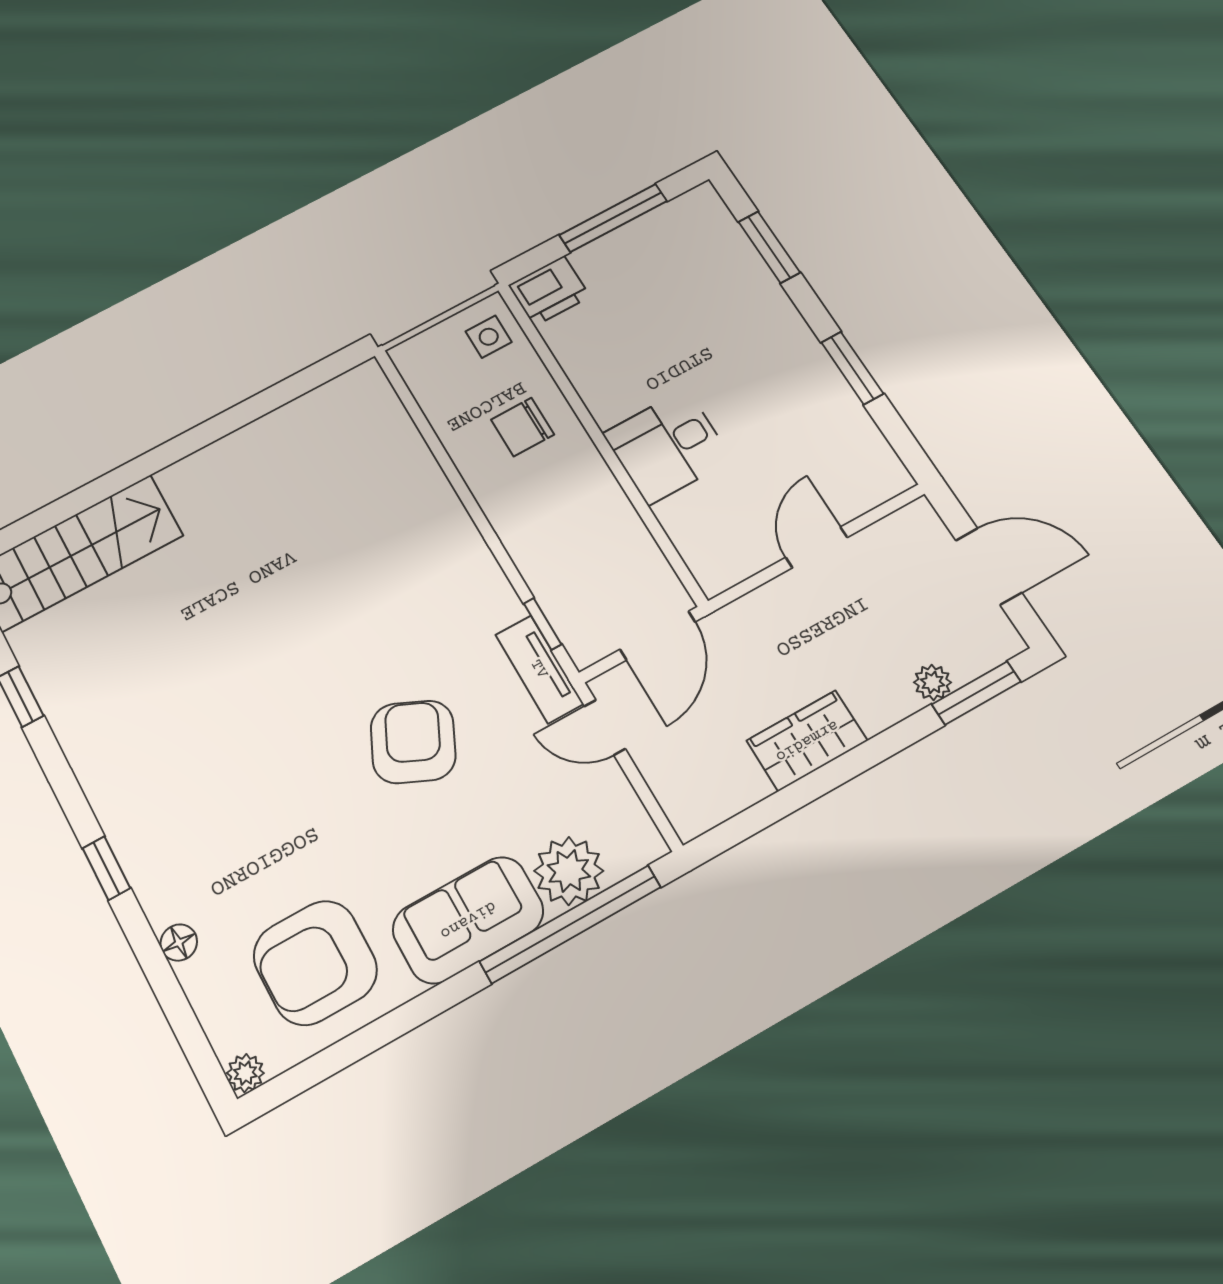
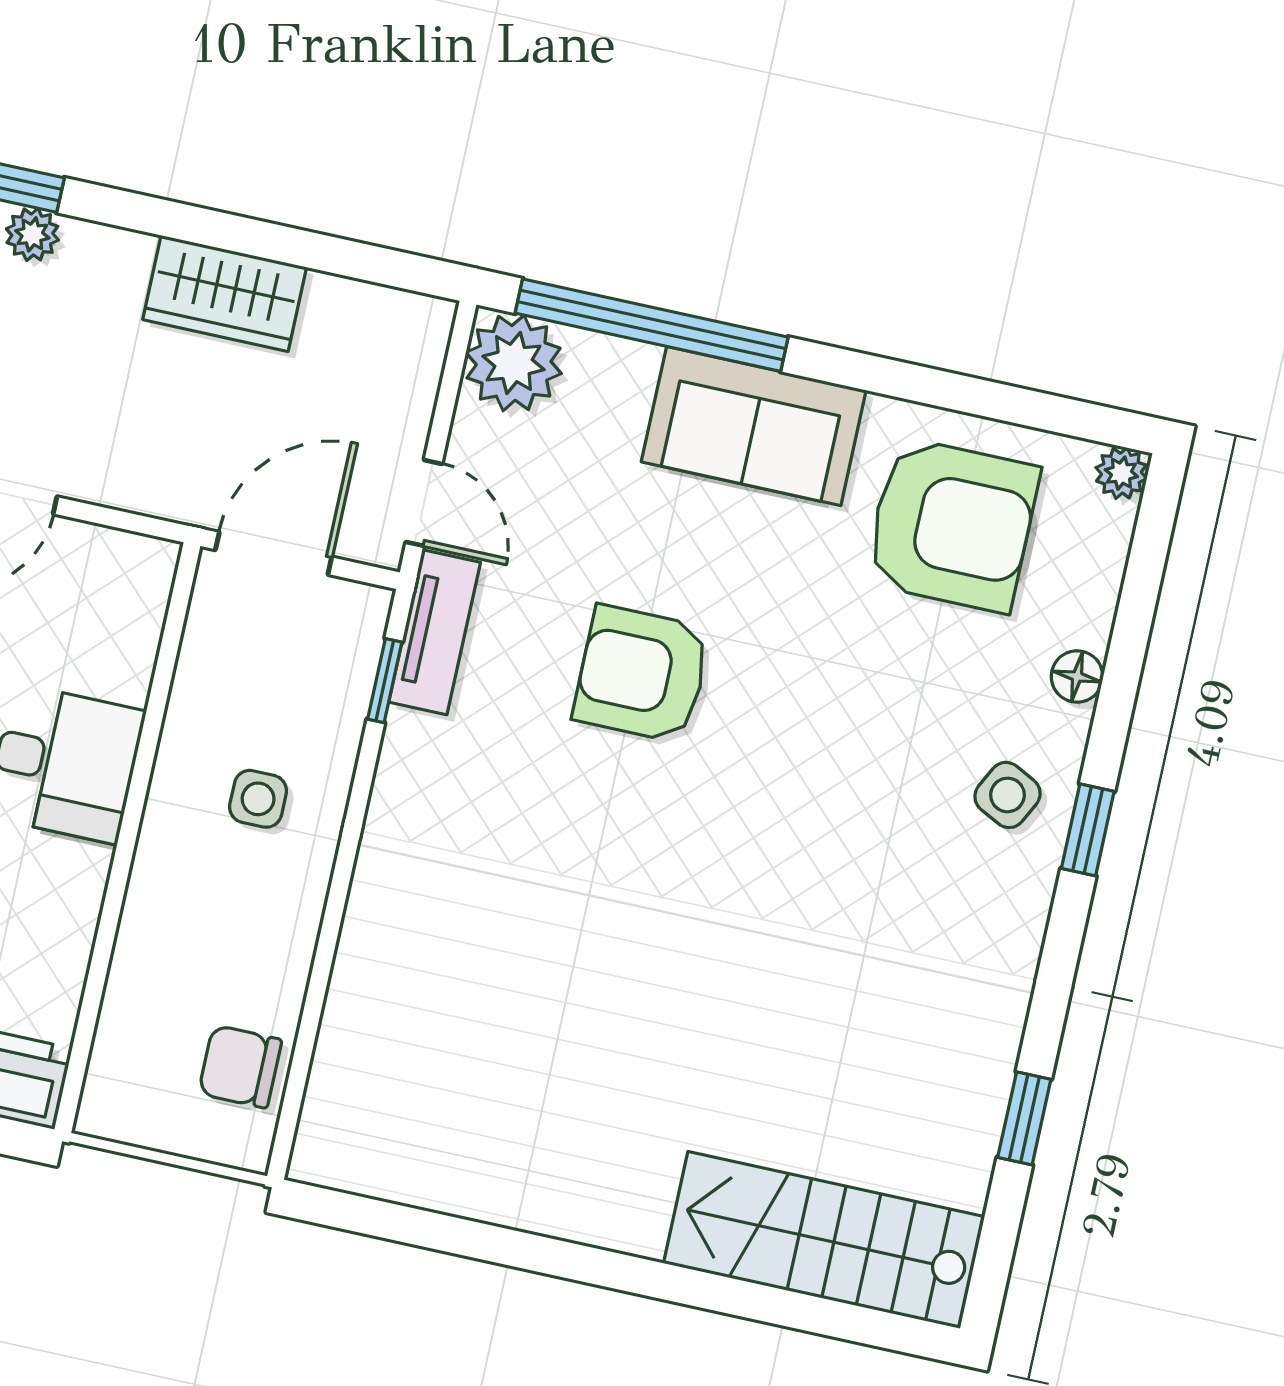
side table: (489, 337) -> (258, 799), moved
chair: (523, 427) -> (240, 1067), moved, turned 180
armchair: (413, 742) -> (642, 674), turned 65
side table: (165, 849) -> (1008, 795), added
plant: (569, 871) -> (514, 363), moved

